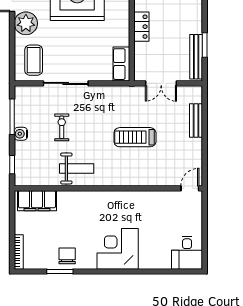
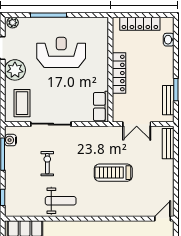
locker: (141, 27) -> (119, 73), width x1.53
bench: (196, 57) -> (168, 100), width x0.73
bench: (196, 120) -> (168, 144), moved
water cooler: (21, 134) -> (10, 140), moved

